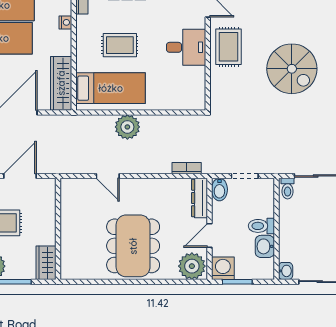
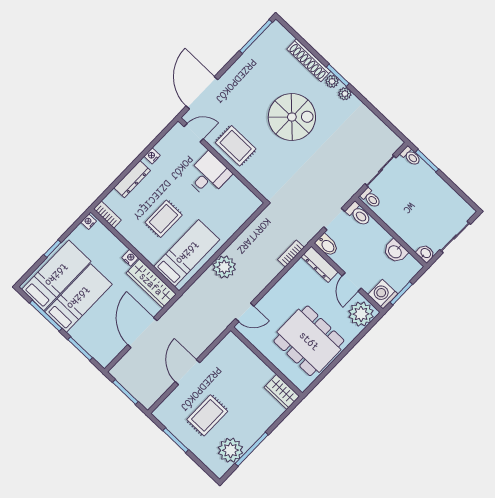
nightstand: (65, 22) -> (130, 258), moved
toilet: (261, 226) -> (359, 214), moved, turned -90
wall: (58, 229) -> (267, 362), moved
wardrobe: (46, 263) -> (282, 392), moved

